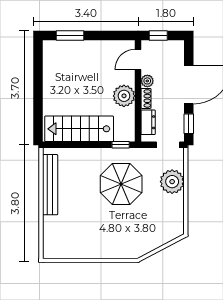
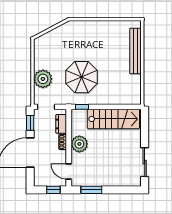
window: (70, 35) -> (91, 190), moved
door: (138, 59) -> (69, 172), swing flipped
sliding door: (38, 72) -> (145, 162), added
plant: (147, 81) -> (62, 155), removed
bench: (50, 185) -> (135, 51), moved

